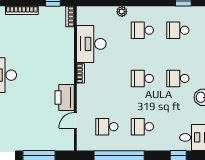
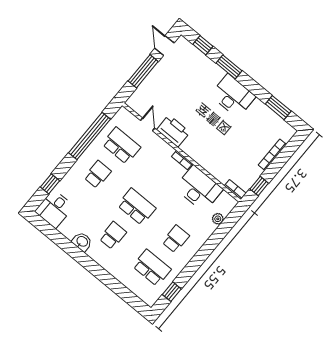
plant: (122, 12) -> (218, 219), moved
school desk: (178, 30) -> (152, 268), width x1.85
school desk: (142, 78) -> (137, 207), width x1.85
school desk: (107, 127) -> (121, 146), width x1.85

